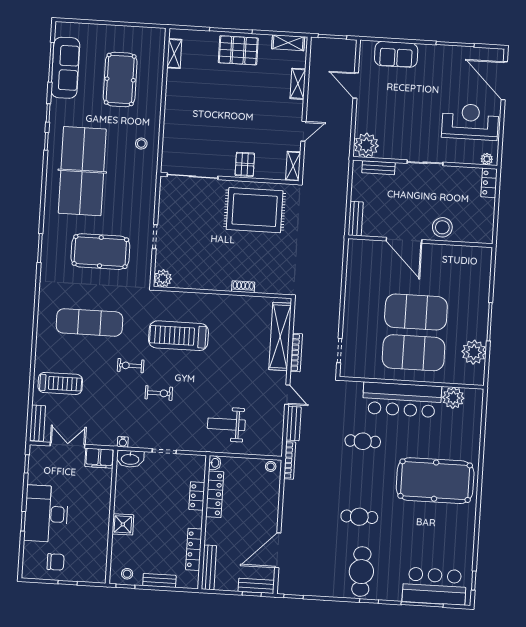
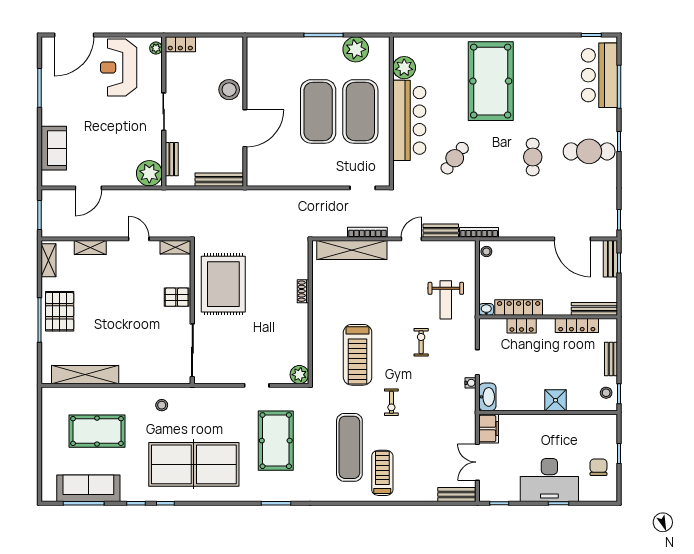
shelving: (174, 54) -> (85, 375), width x2.20, depth x1.33
bench: (356, 219) -> (219, 180), width x1.36
treadmill: (60, 383) -> (382, 473), moved
exercise bike: (159, 393) -> (421, 342), moved
cafe table: (363, 441) -> (455, 158), turned 37
water cooler: (123, 442) -> (470, 383), moved

